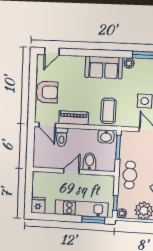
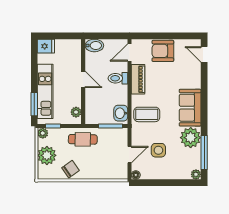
plant: (129, 63) -> (191, 138), width x1.87, depth x1.87
armchair: (47, 92) -> (163, 51), turned 90
toilet: (62, 137) -> (118, 78), moved
bidet: (90, 161) -> (94, 46), moved
plant: (103, 180) -> (76, 112), added

